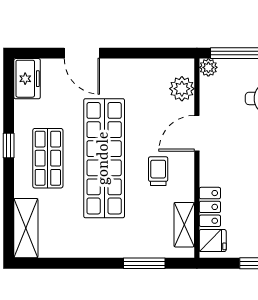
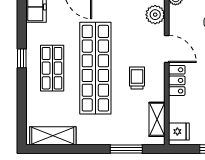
door: (197, 133) -> (167, 49), swing flipped
locker: (210, 207) -> (177, 80), moved
shelving: (26, 228) -> (53, 136), moved, turned 90

